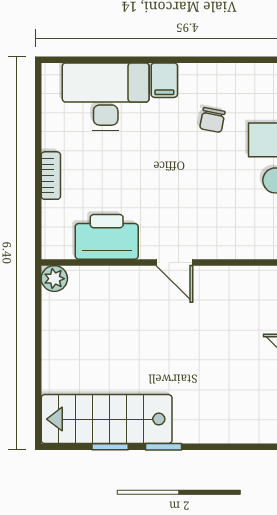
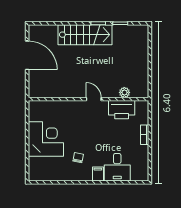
desk: (106, 97) -> (117, 167), width x0.73
plant: (54, 279) -> (124, 92), moved
stairs: (107, 419) -> (85, 35), moved

